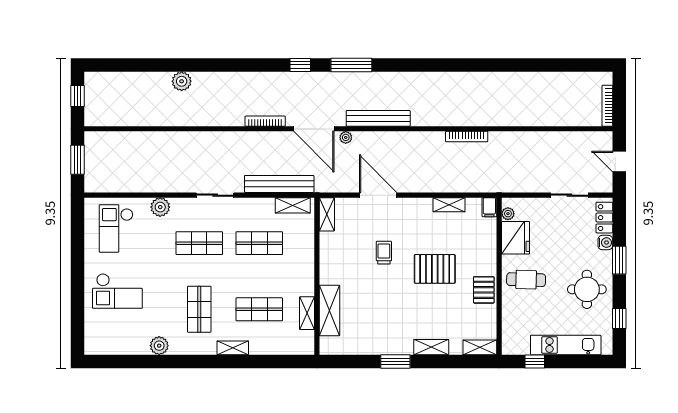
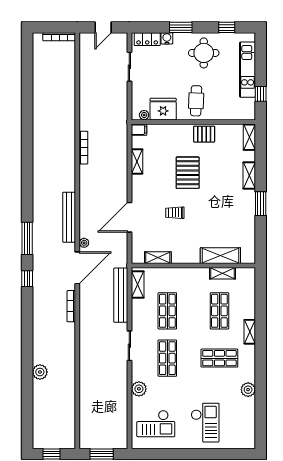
shelving: (327, 214) -> (158, 258), moved

